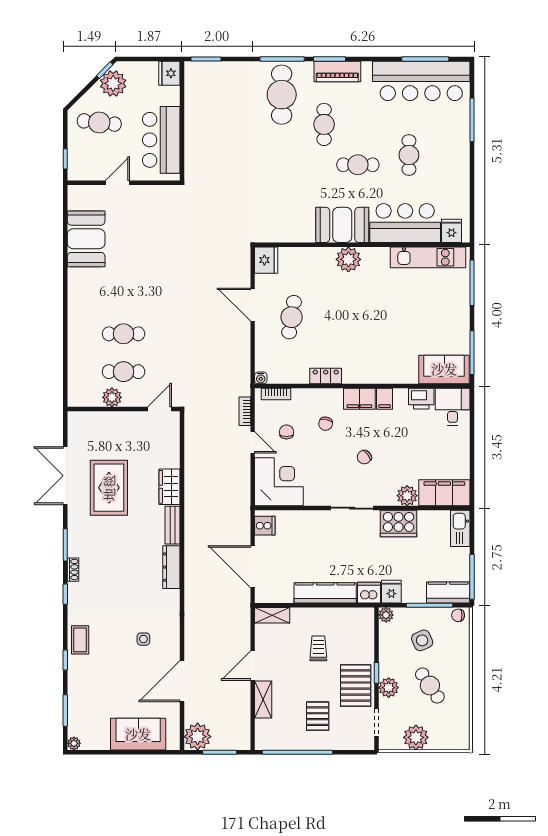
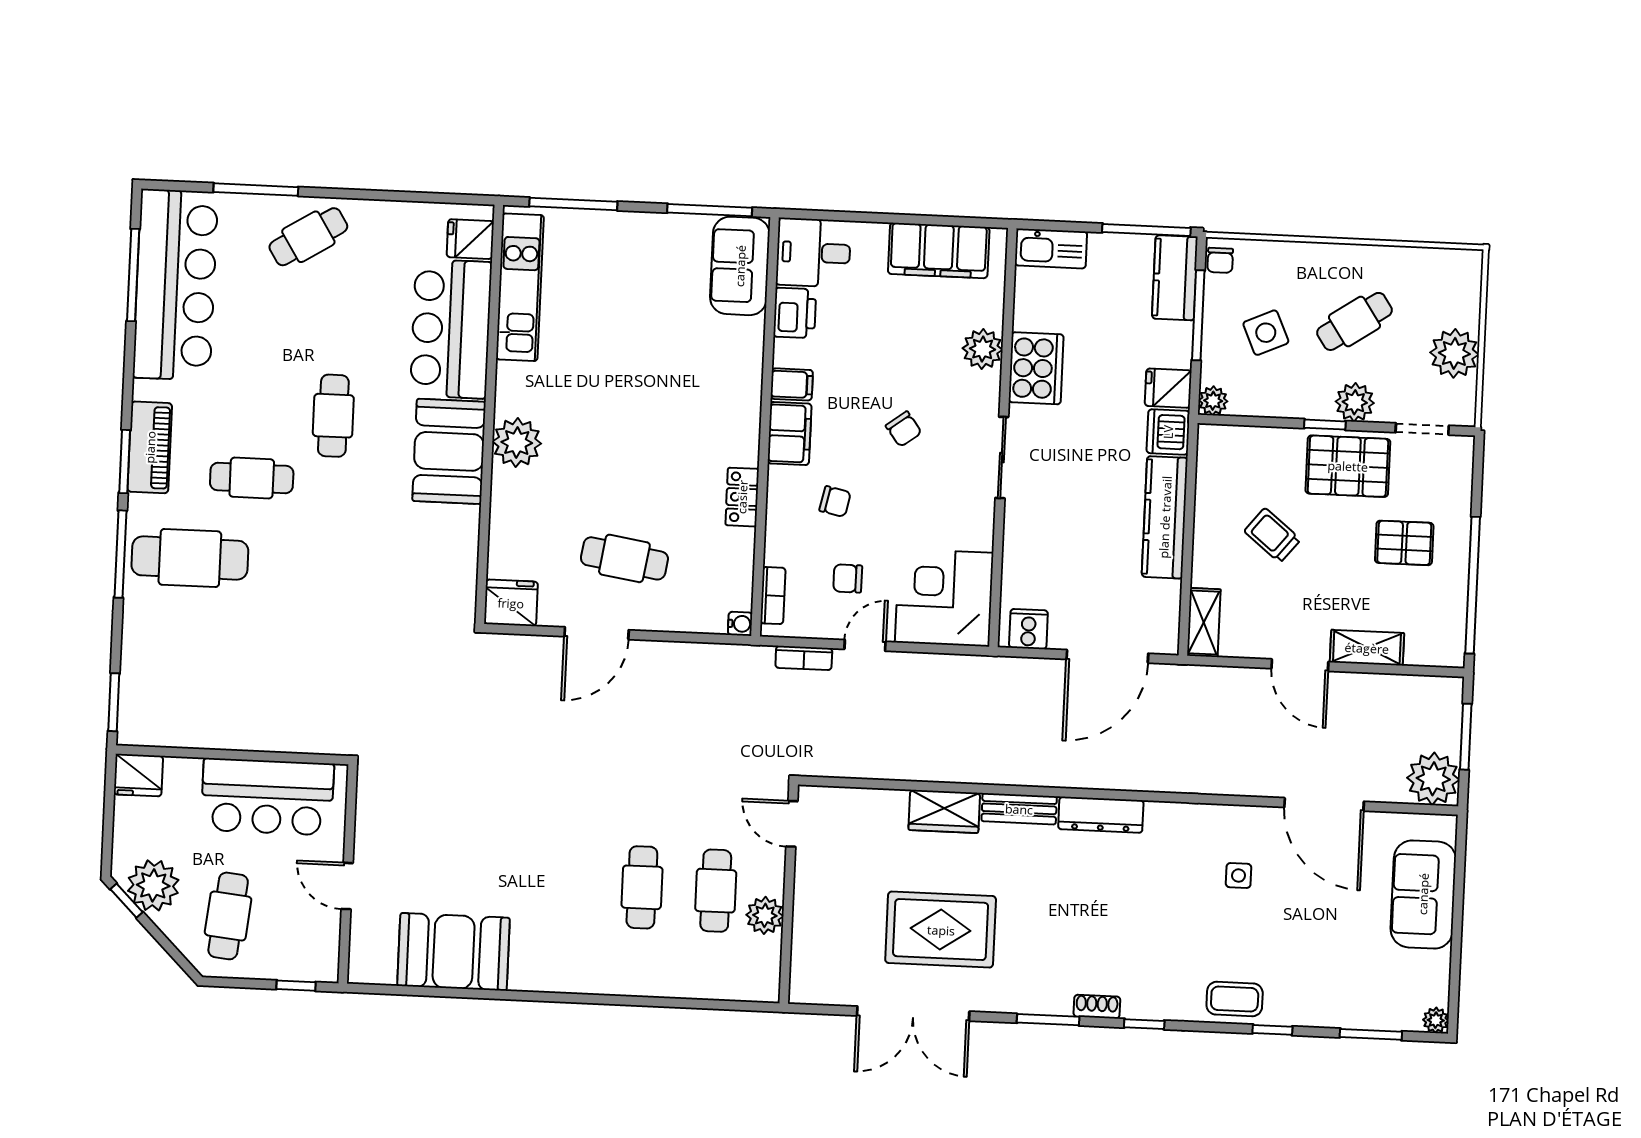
cafe table: (409, 155) -> (308, 237), moved, turned -32
filing cabinet: (444, 493) -> (939, 250), moved, turned -90
trolley: (318, 648) -> (1272, 535), turned 39

